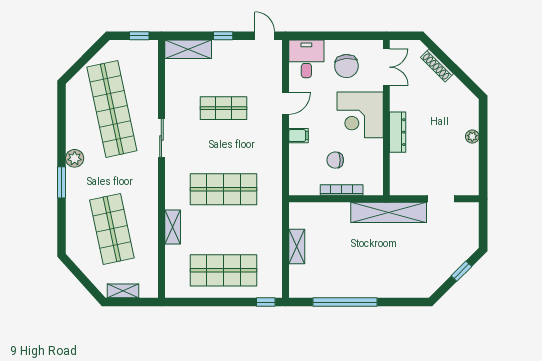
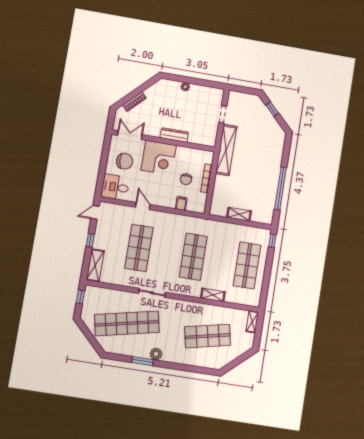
shop shelf: (224, 108) -> (139, 248), width x1.43, depth x1.36
filing cabinet: (299, 136) -> (181, 203), moved
window: (61, 182) -> (143, 361), moved
shelving: (123, 291) -> (252, 322), moved

